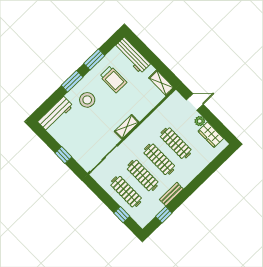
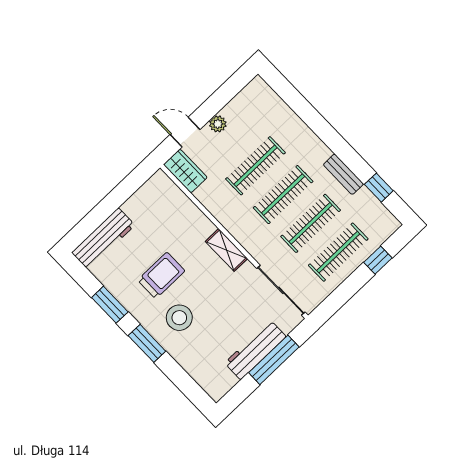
trolley: (113, 79) -> (161, 275), moved
shelving: (161, 83) -> (151, 189), removed
door: (195, 102) -> (185, 132), hinge flipped
workbench: (55, 114) -> (255, 350), moved, turned -90
wardrobe: (211, 135) -> (185, 171), moved, turned -90
window: (63, 155) -> (274, 360), width x2.17

